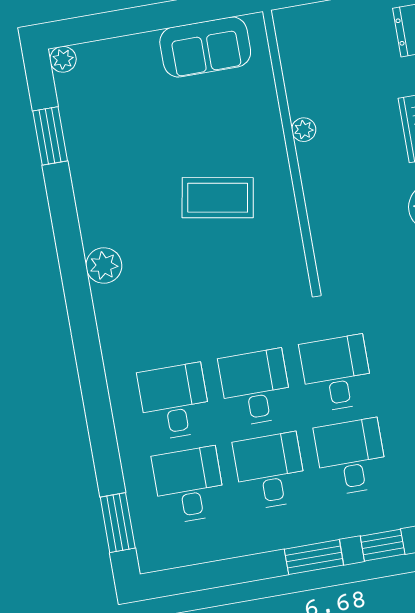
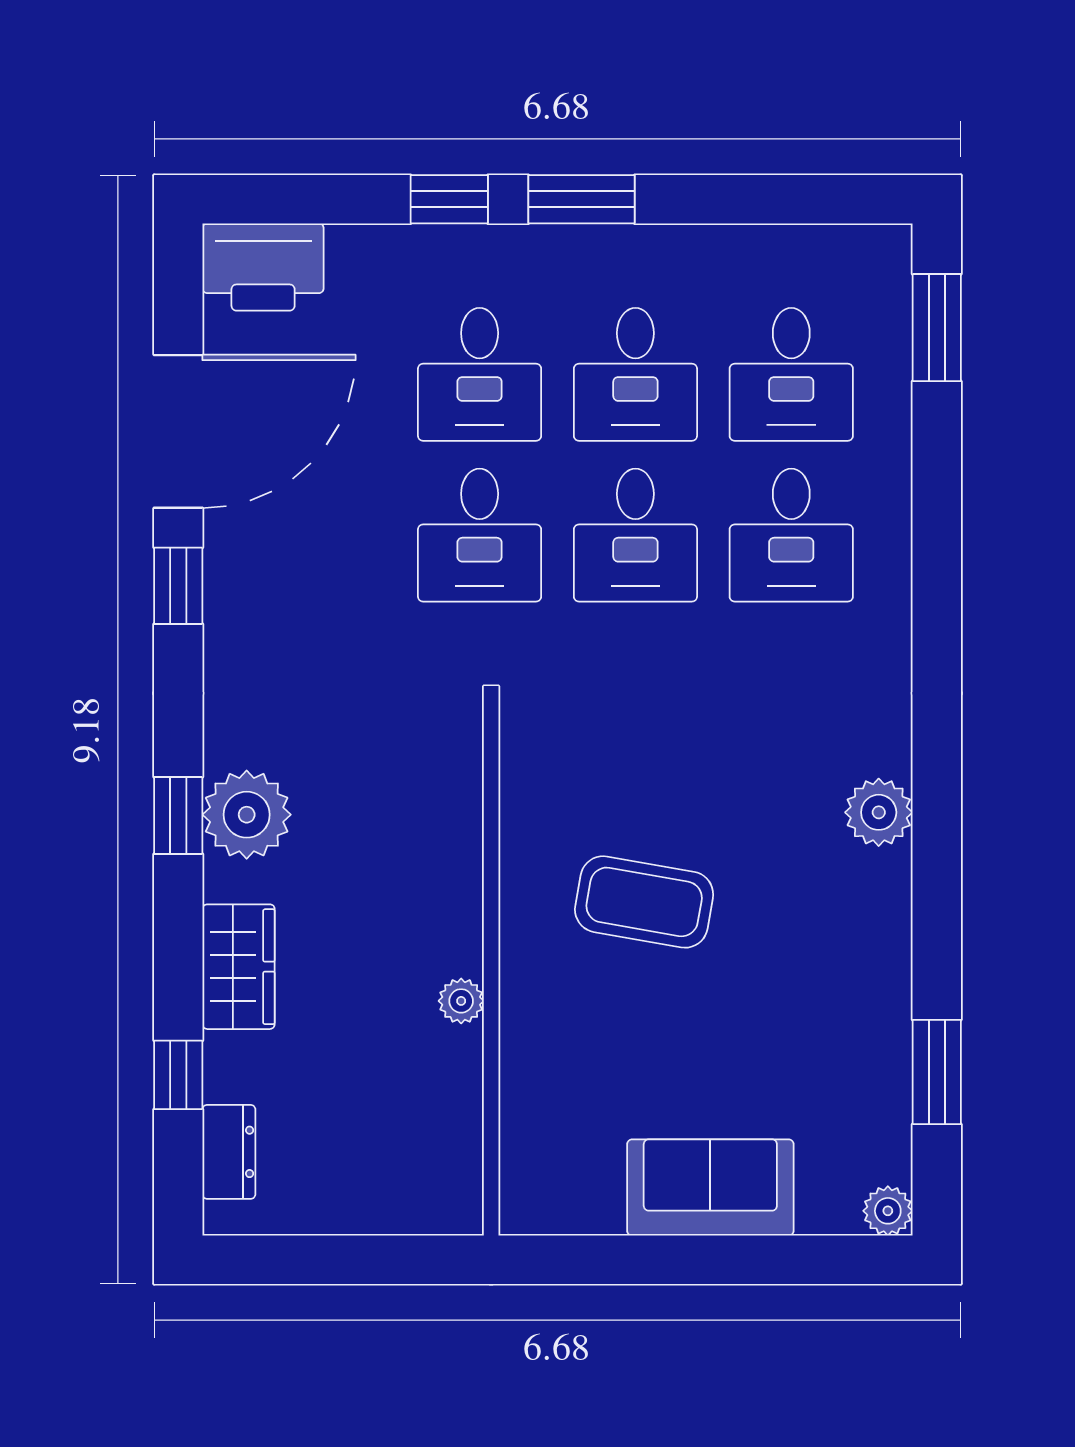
sofa: (205, 47) -> (710, 1187), moved

